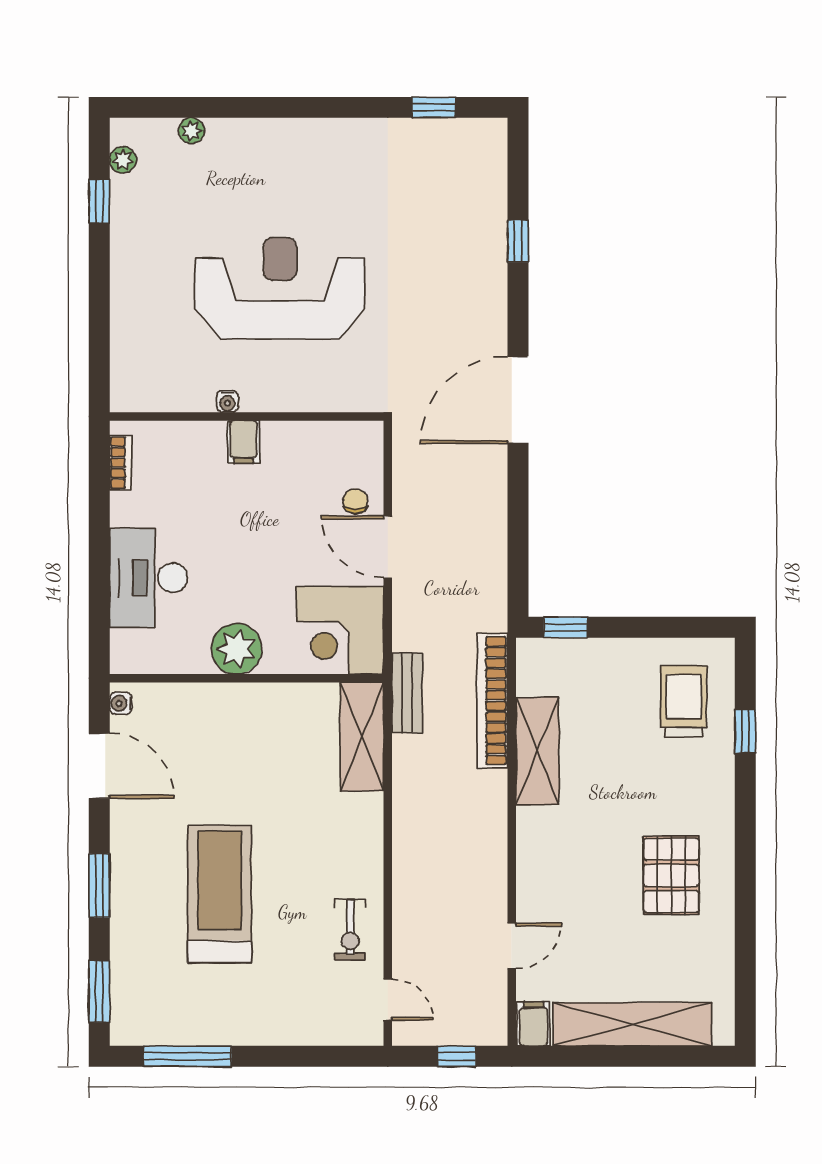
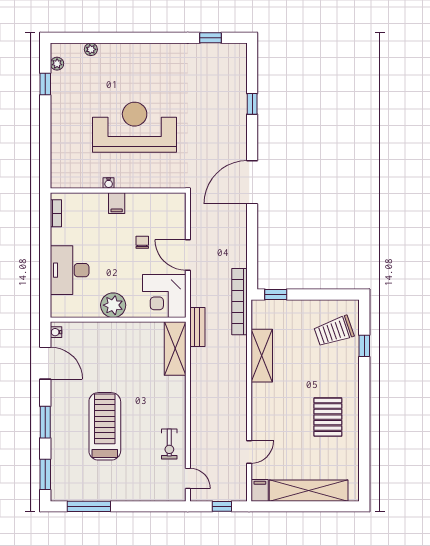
chair: (355, 501) -> (142, 242), moved
bookcase: (492, 701) -> (239, 302), moved
trolley: (684, 701) -> (334, 331), turned -109

